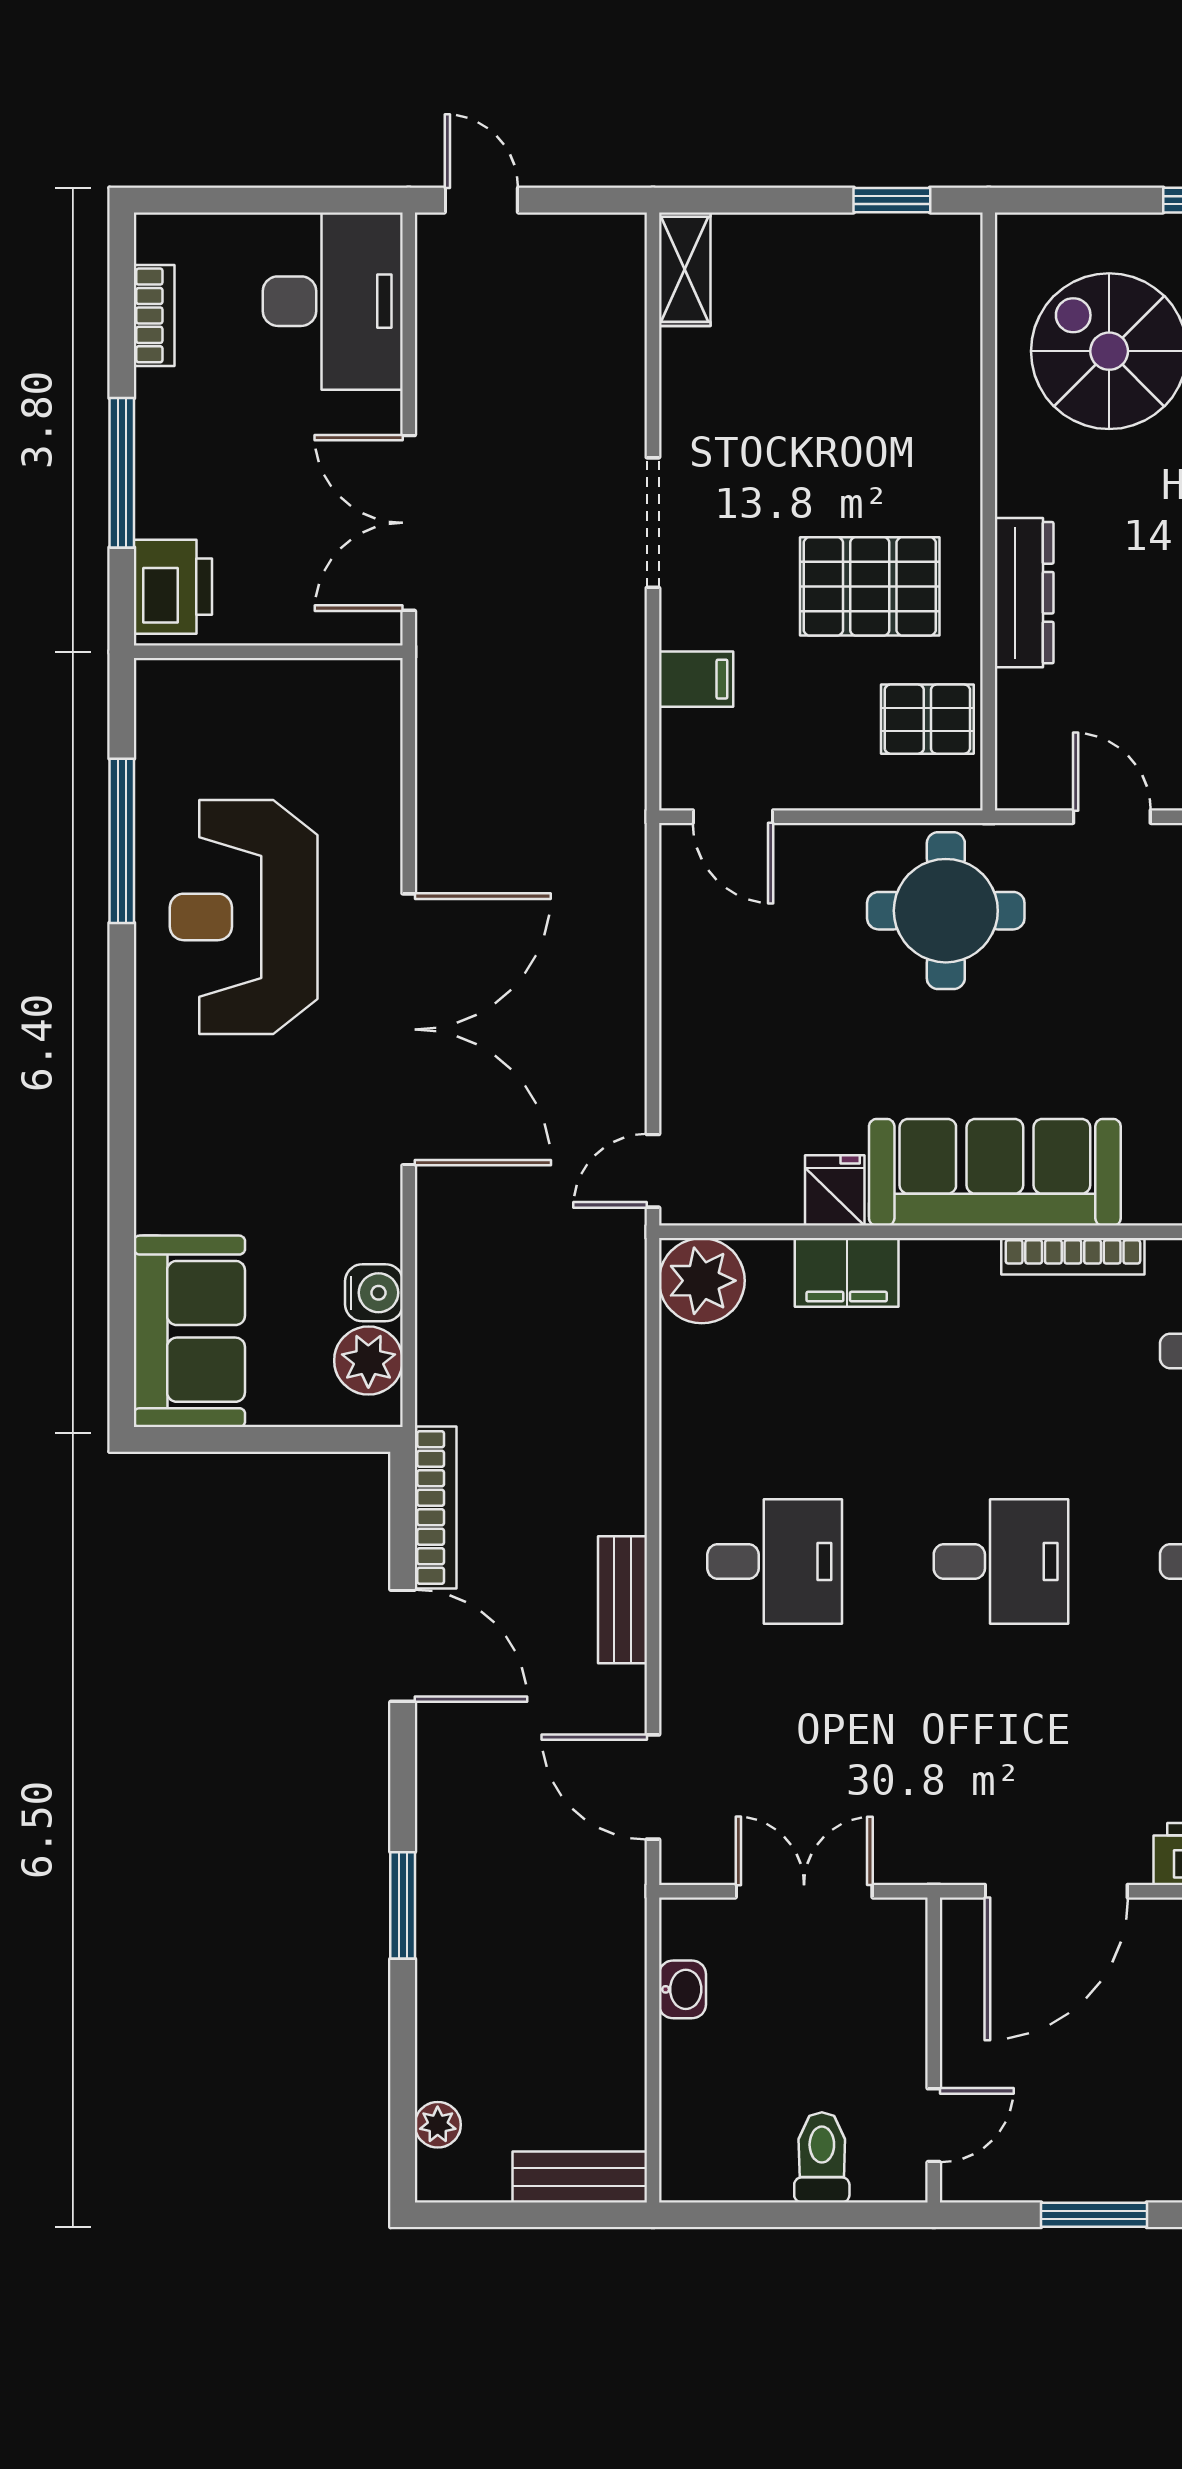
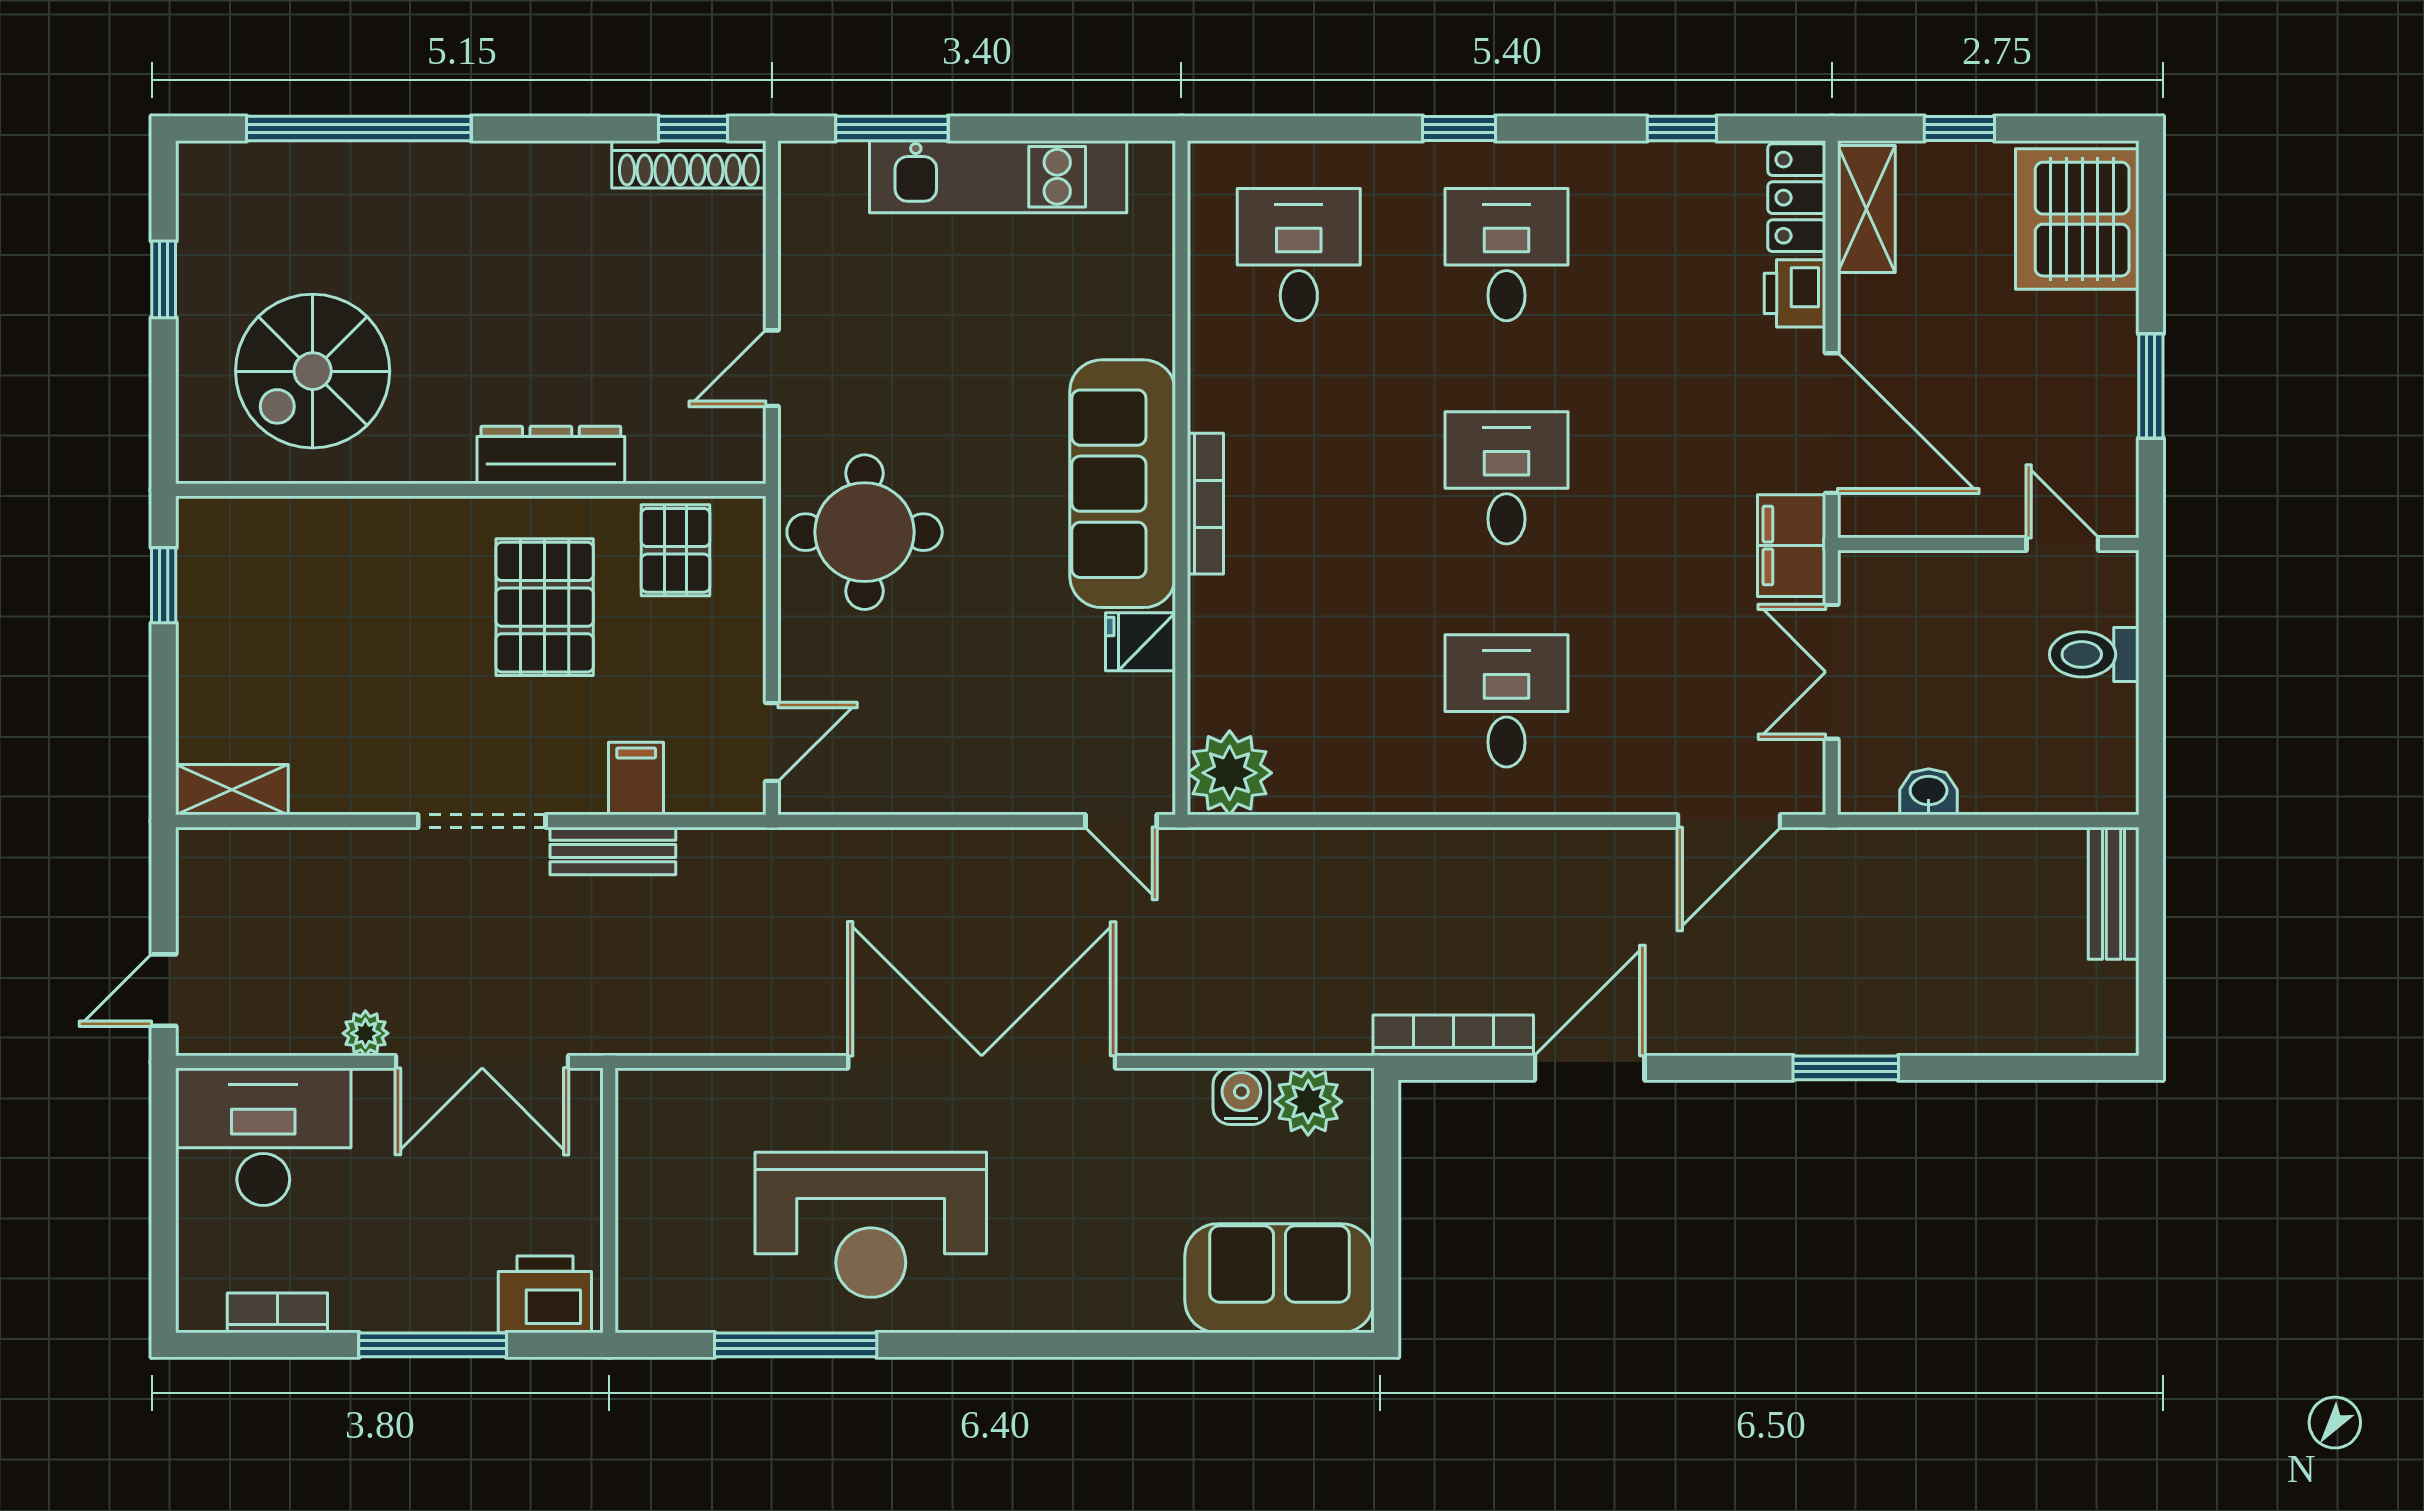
bookcase: (1073, 1256) -> (1205, 504), moved
filing cabinet: (847, 1272) -> (1792, 546), moved, turned 180
bench: (623, 1600) -> (613, 851), moved
plant: (438, 2125) -> (365, 1033), moved

